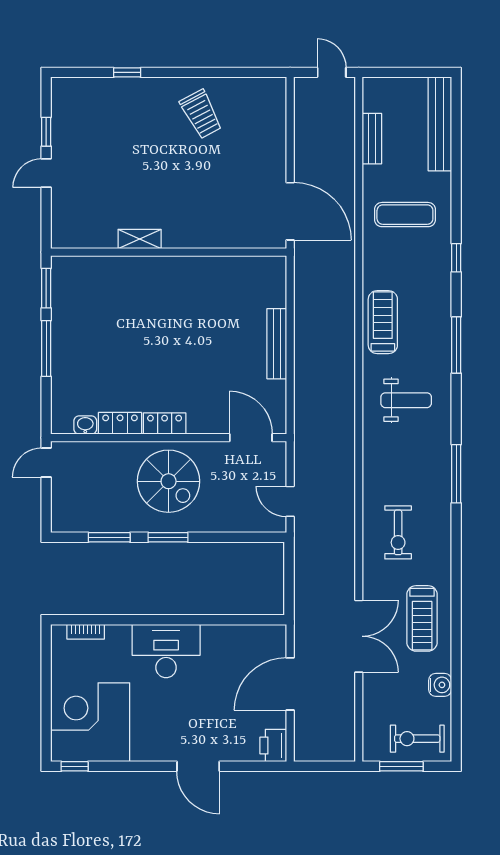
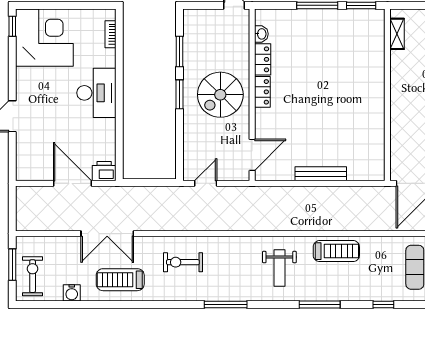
shelving: (140, 239) -> (397, 34), moved
printer: (273, 746) -> (104, 171), moved

